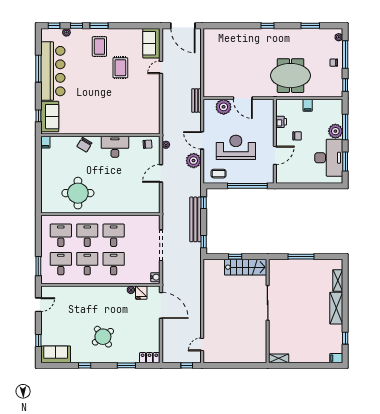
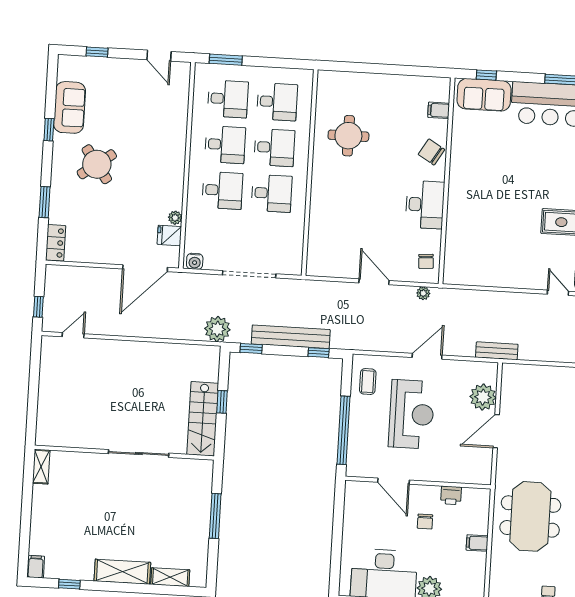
filing cabinet: (45, 142) -> (439, 110), moved
plant: (194, 161) -> (217, 329), moved
round table: (78, 193) -> (348, 136), width x0.73, depth x0.73
door: (202, 344) -> (73, 335), hinge flipped
sofa: (56, 354) -> (70, 107), moved

